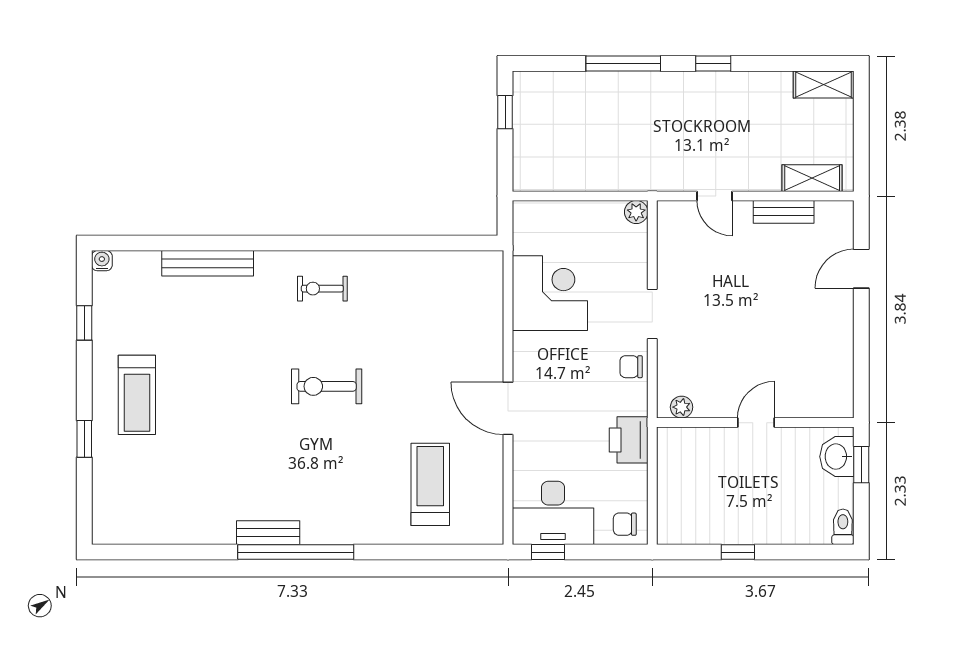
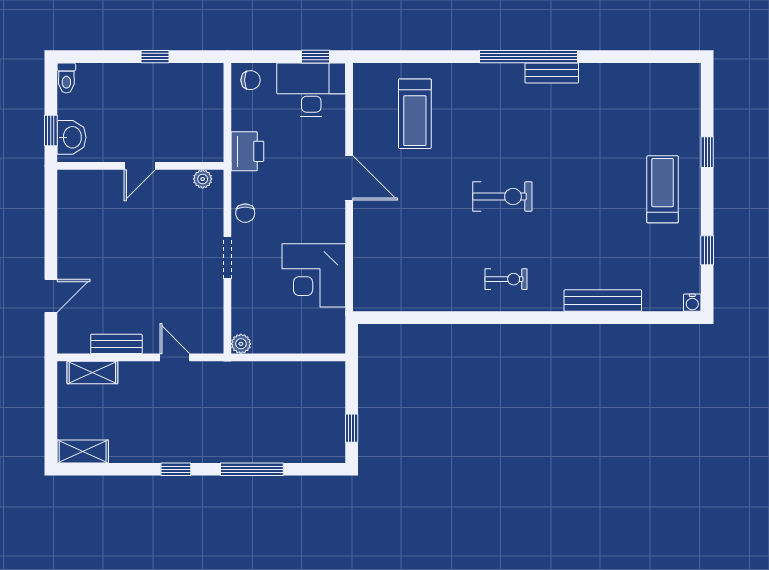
chair: (631, 367) -> (245, 213), turned 90

